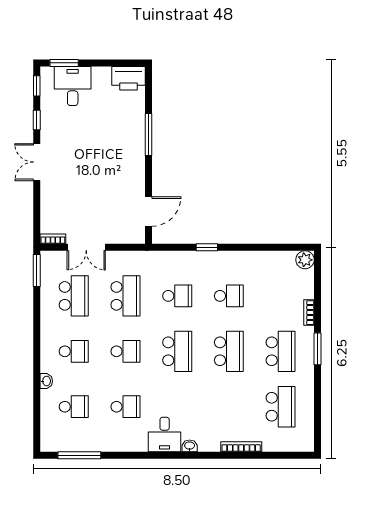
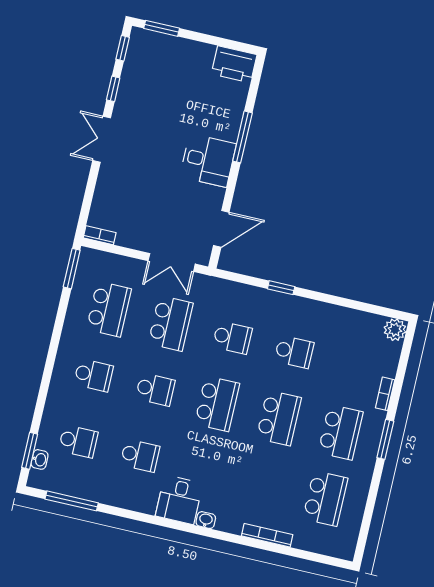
desk: (73, 86) -> (208, 160), moved, turned 90
double door: (86, 247) -> (172, 262), moved
washbasin: (46, 381) -> (40, 459), moved
window: (37, 423) -> (30, 451), added

